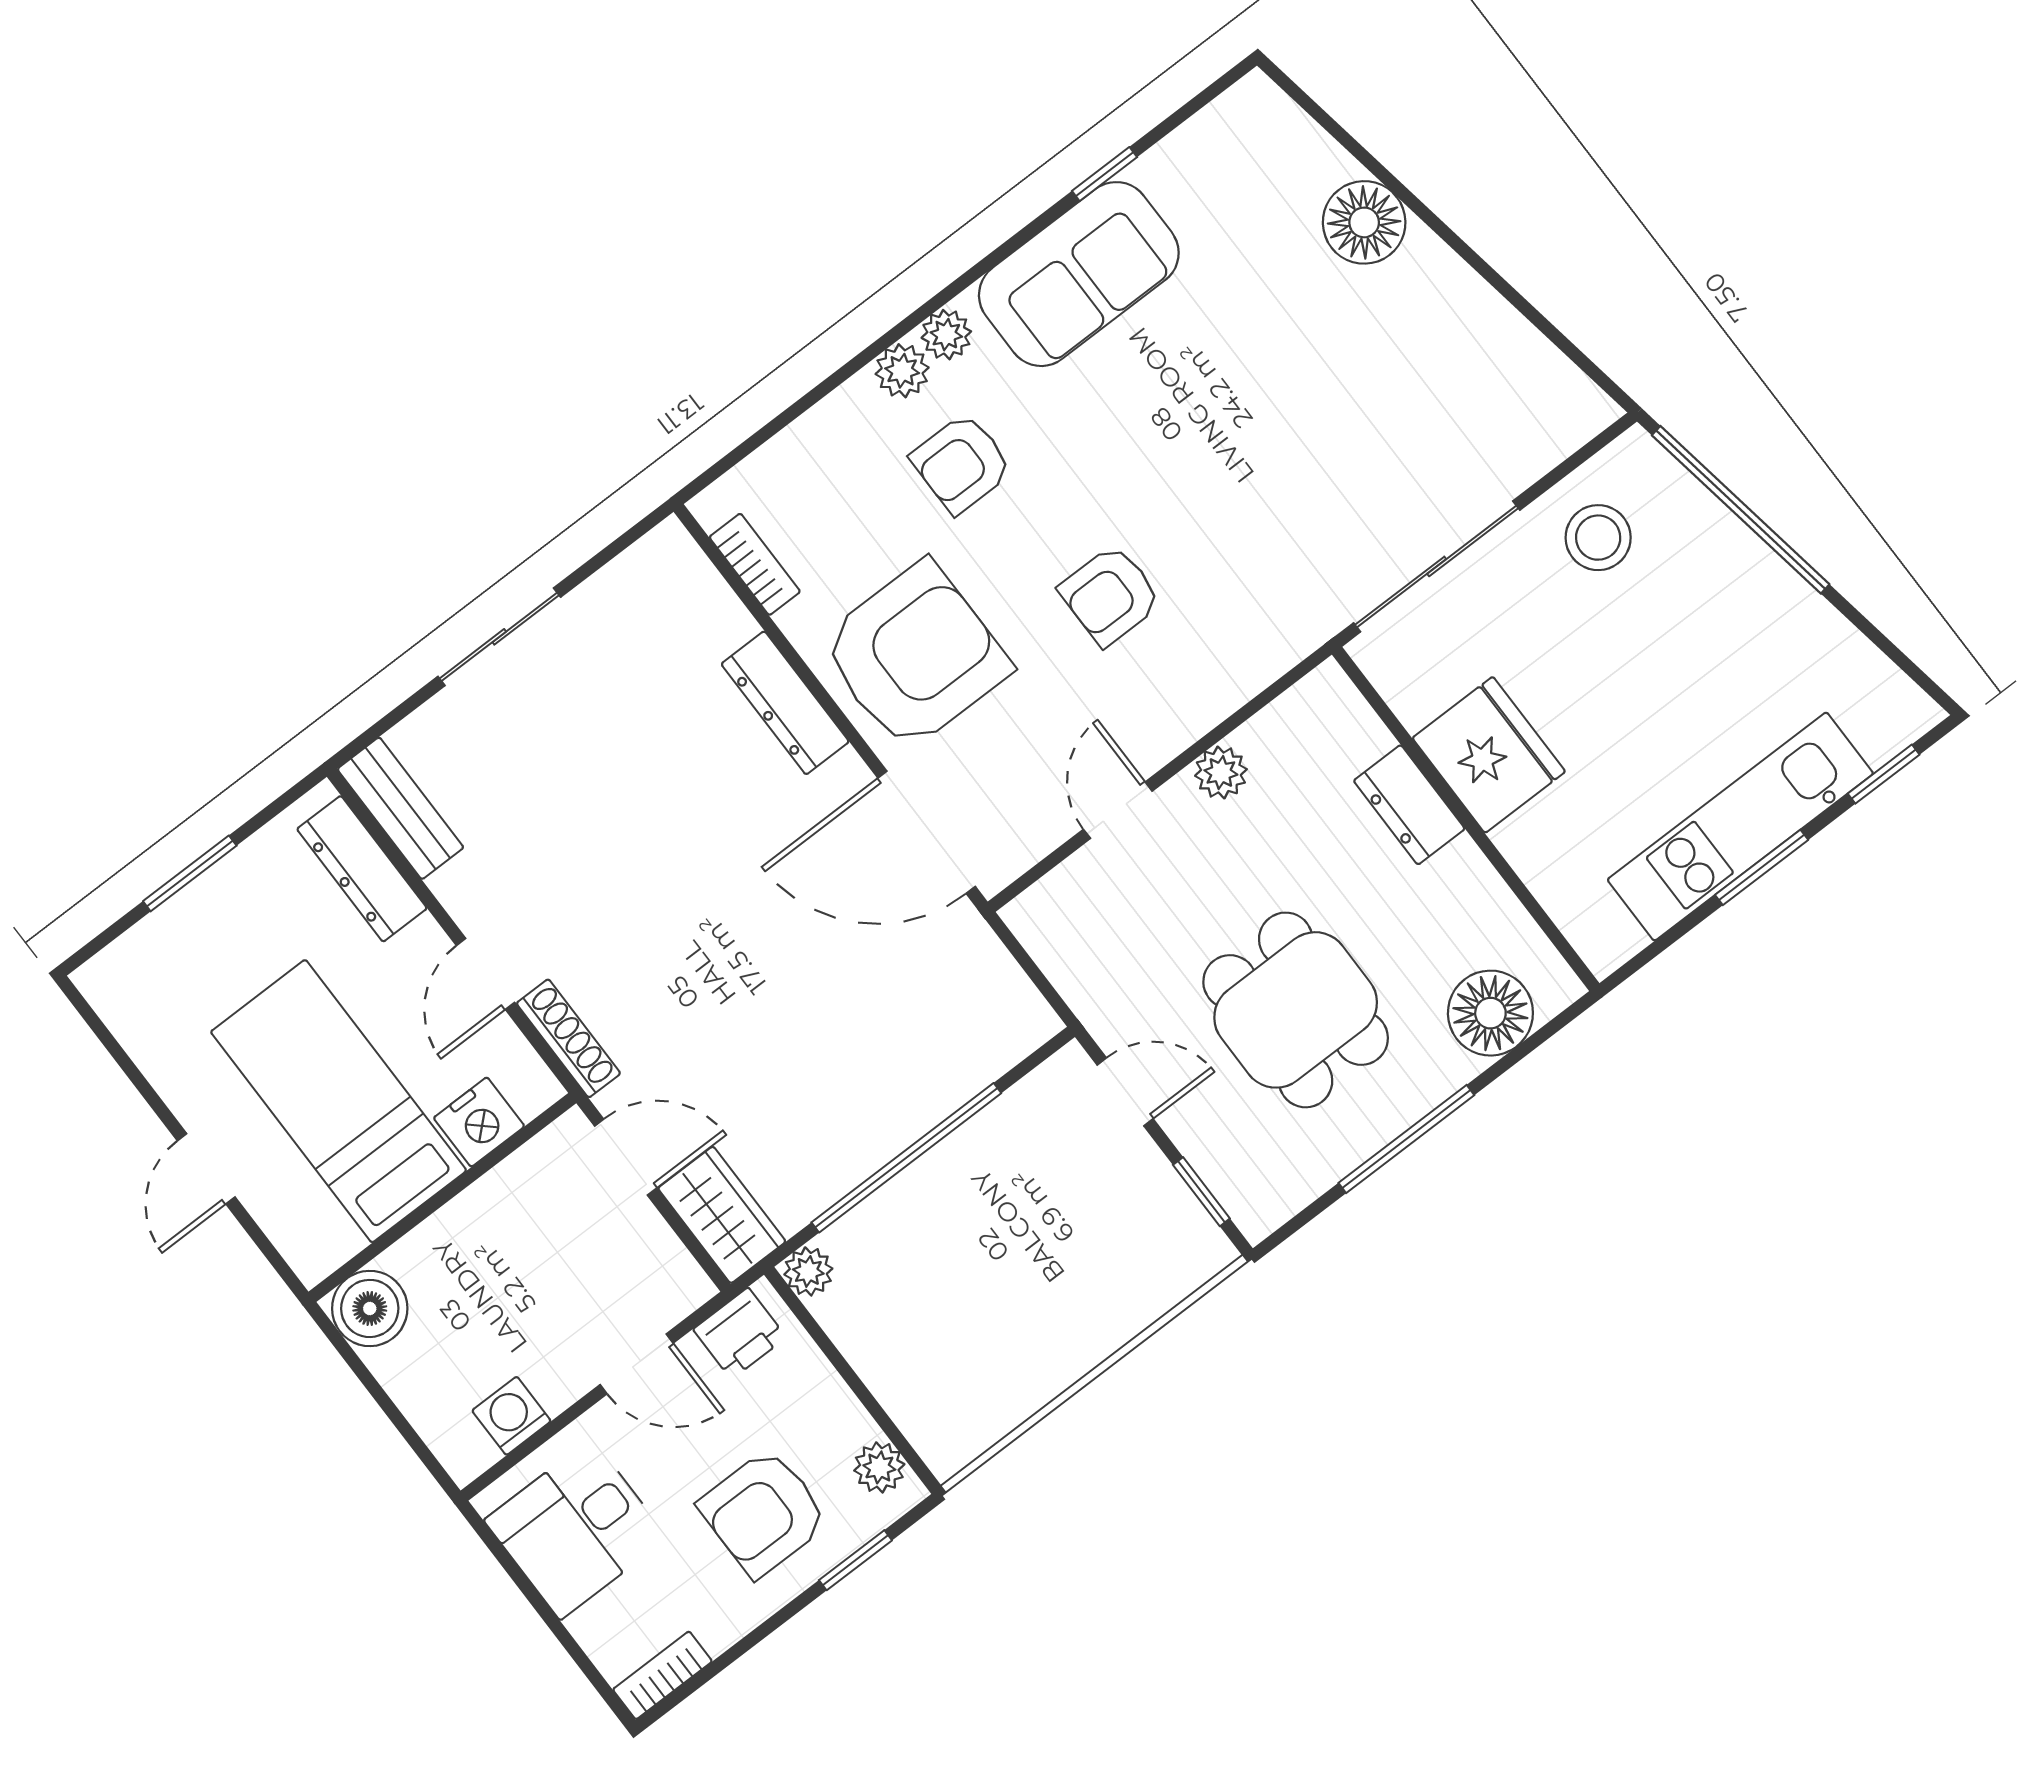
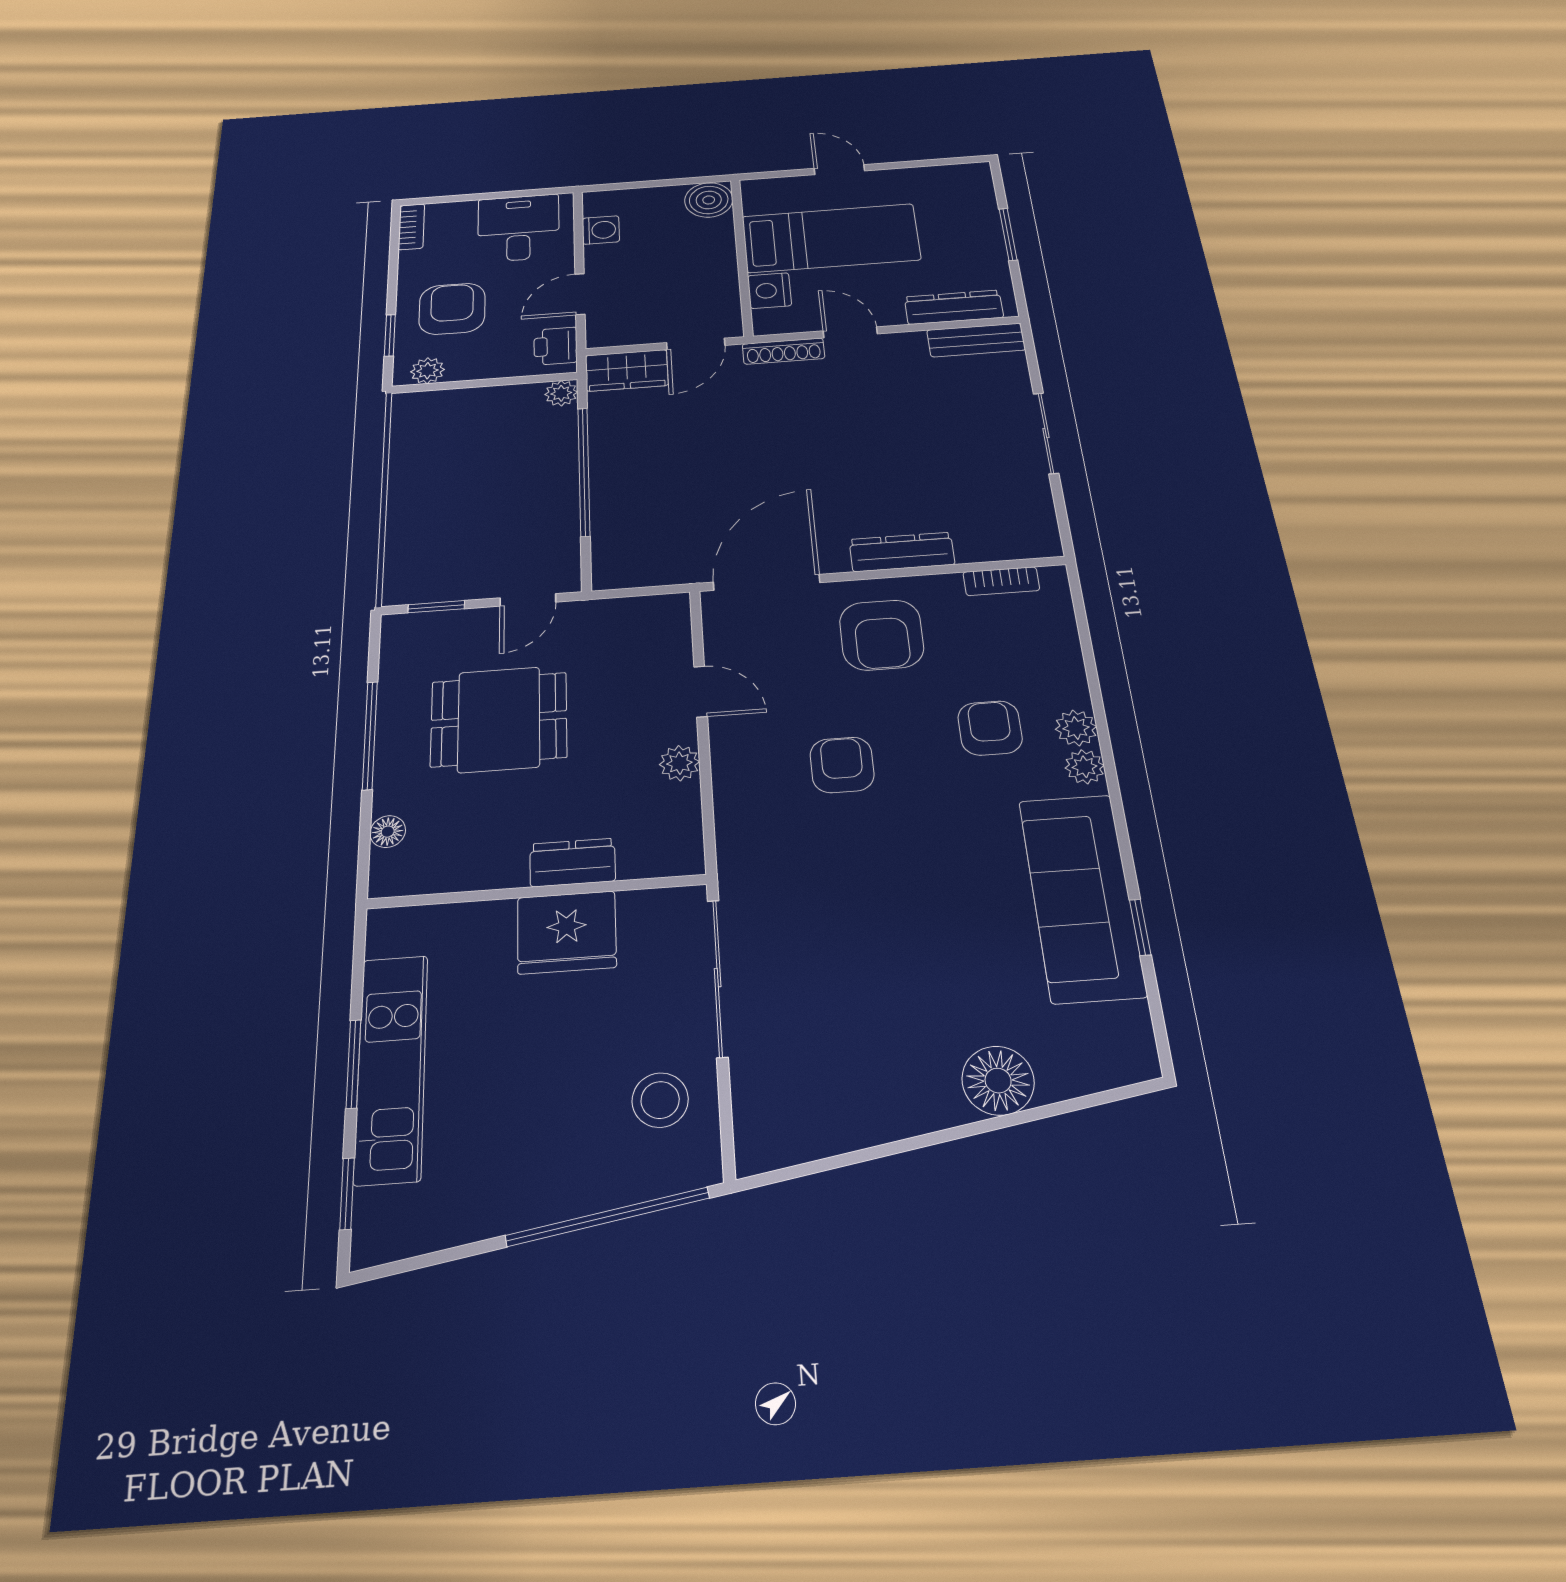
sofa: (1079, 274) -> (1081, 897), width x1.36
armchair: (915, 656) -> (882, 635), width x0.73, depth x0.73
floor lamp: (1490, 1013) -> (388, 832), width x0.53, depth x0.53

